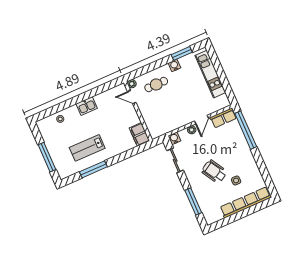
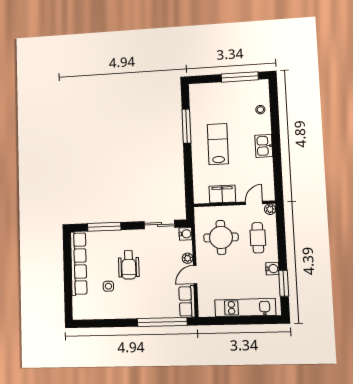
round table: (167, 111) -> (221, 237), added
door: (201, 120) -> (195, 275), hinge flipped
filing cabinet: (139, 134) -> (222, 194), moved
lab bench: (87, 148) -> (218, 144), moved
window: (47, 157) -> (240, 77), moved
wheelchair: (214, 172) -> (129, 265), turned 121
row of seats: (246, 202) -> (79, 264), moved

